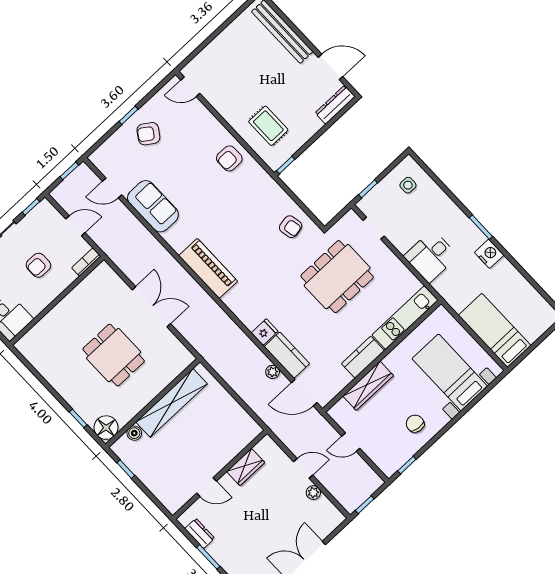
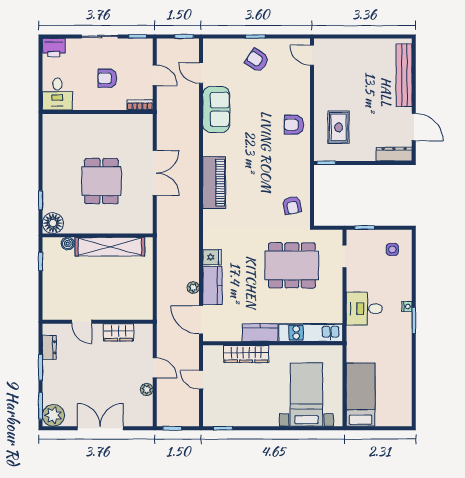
nightstand: (489, 254) -> (407, 306), moved, width x0.53, depth x0.56
chair: (415, 424) -> (253, 407), removed

